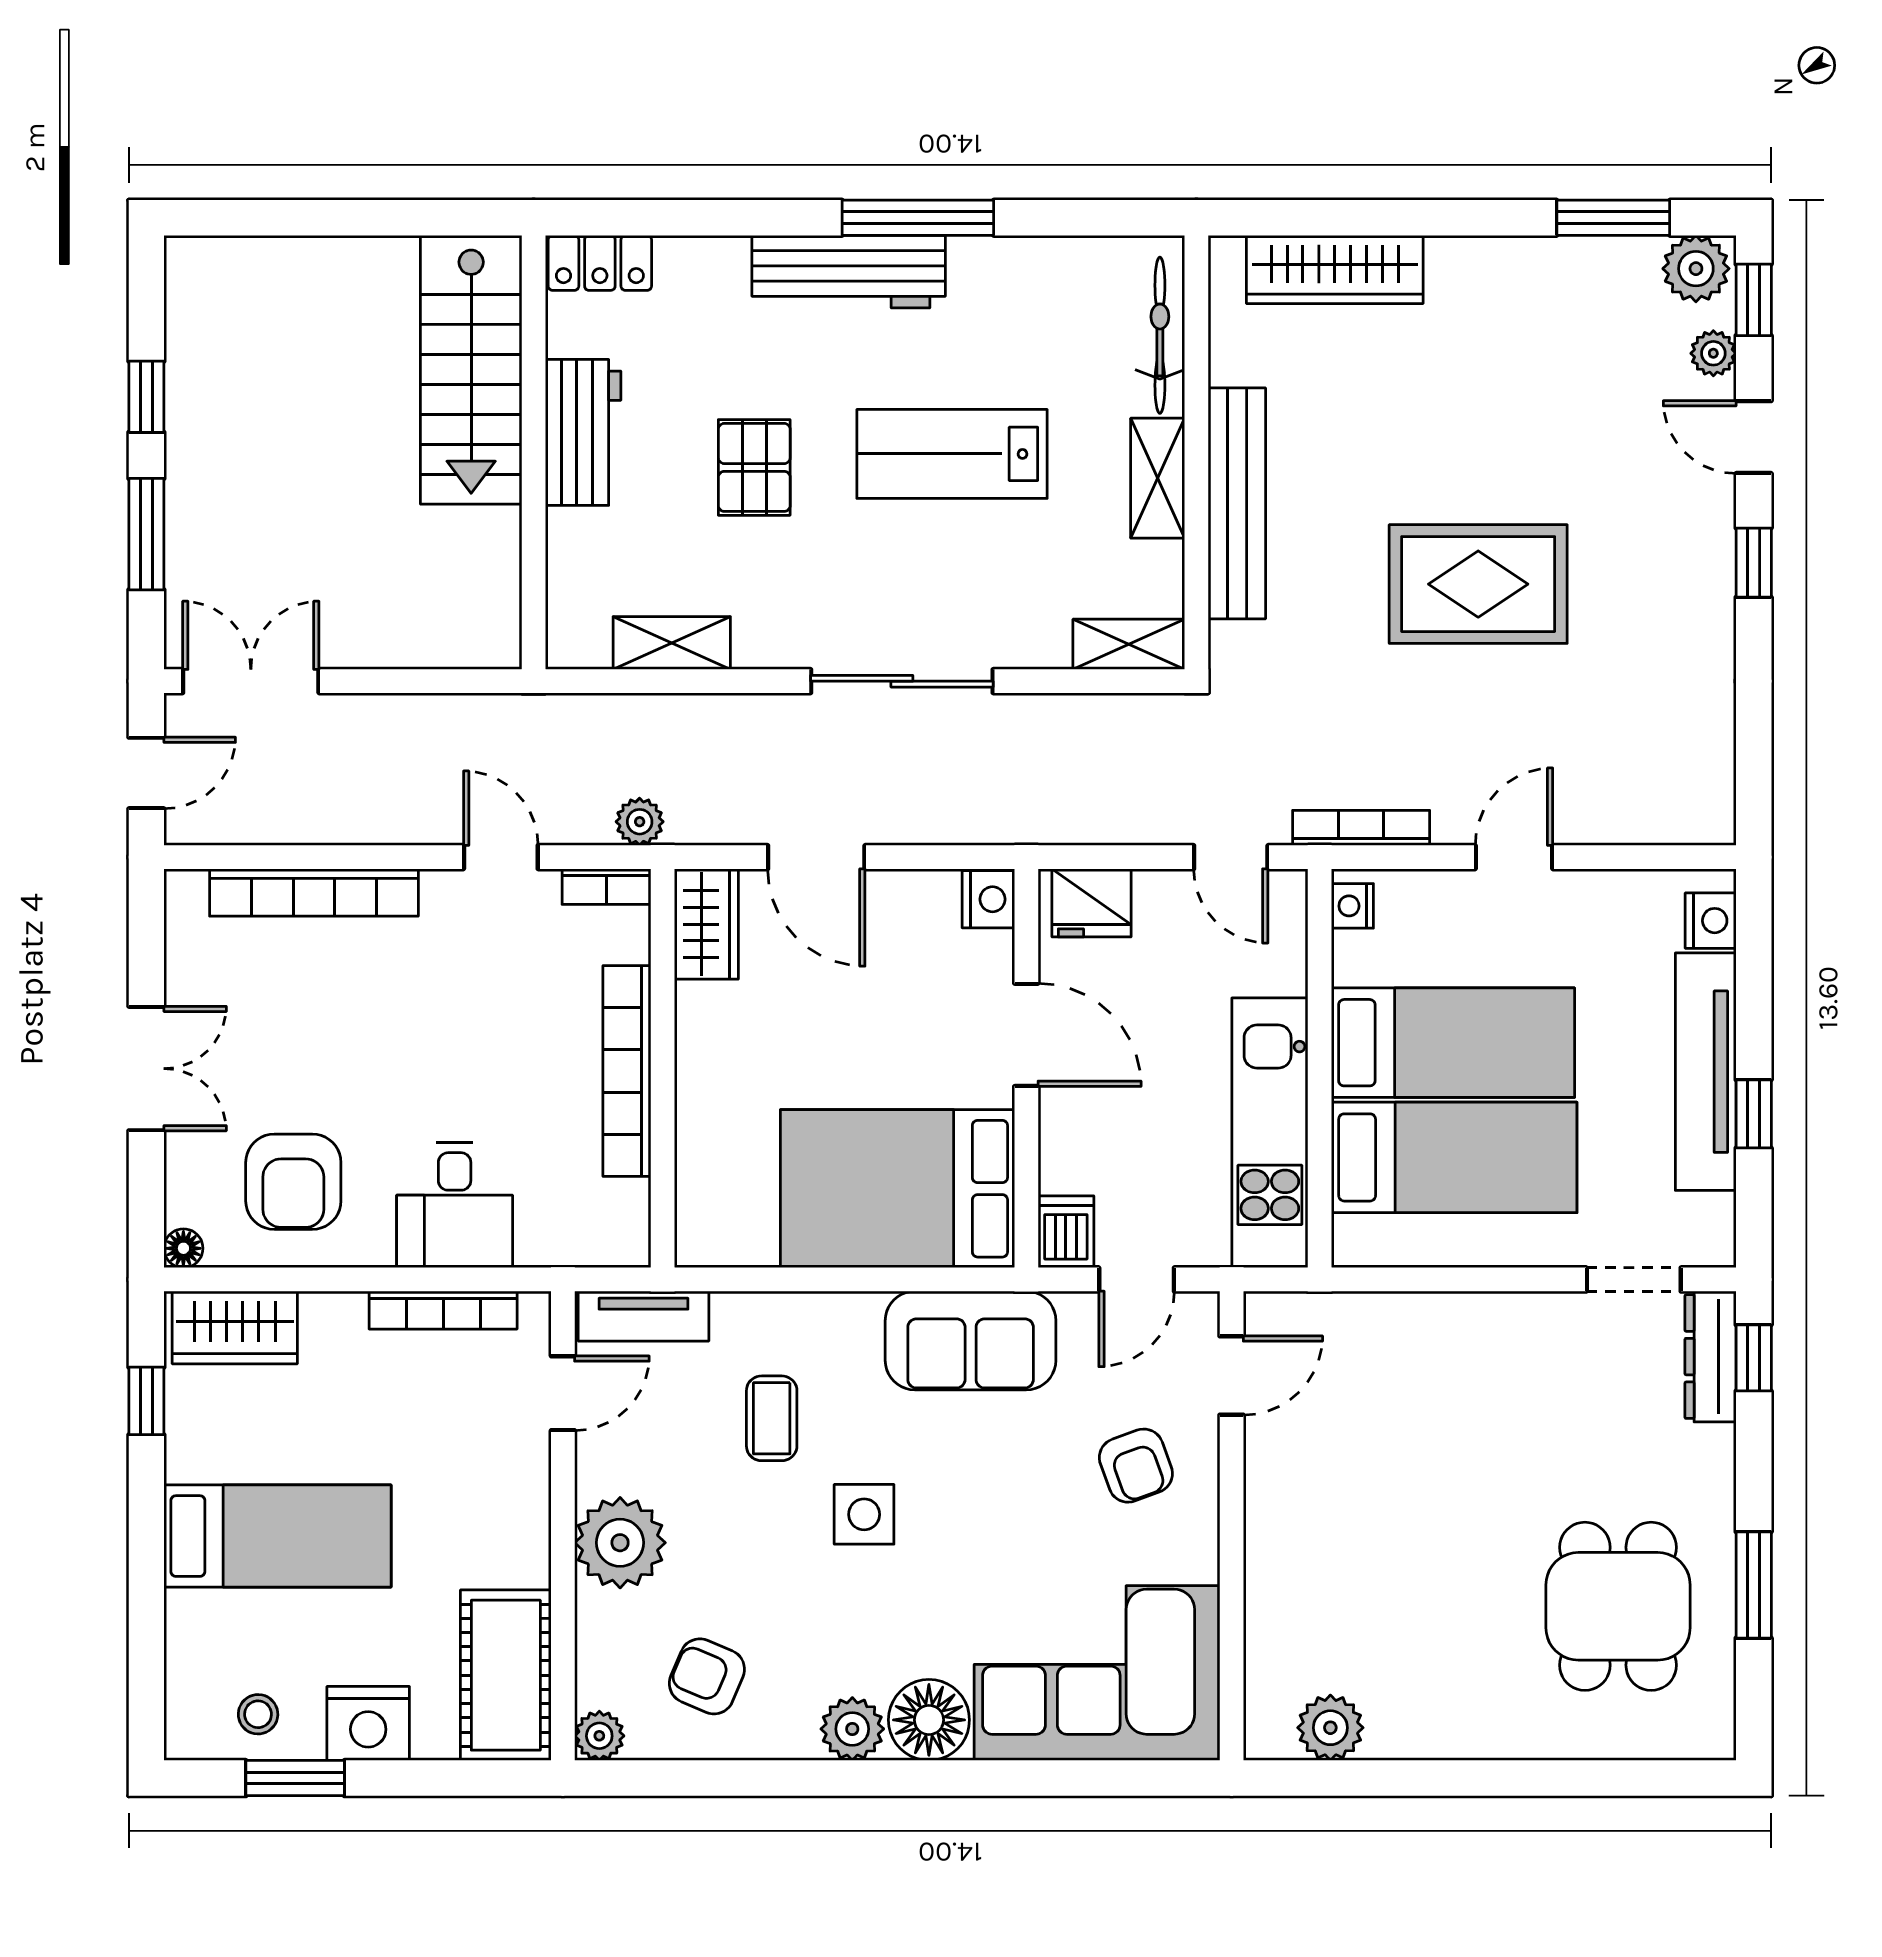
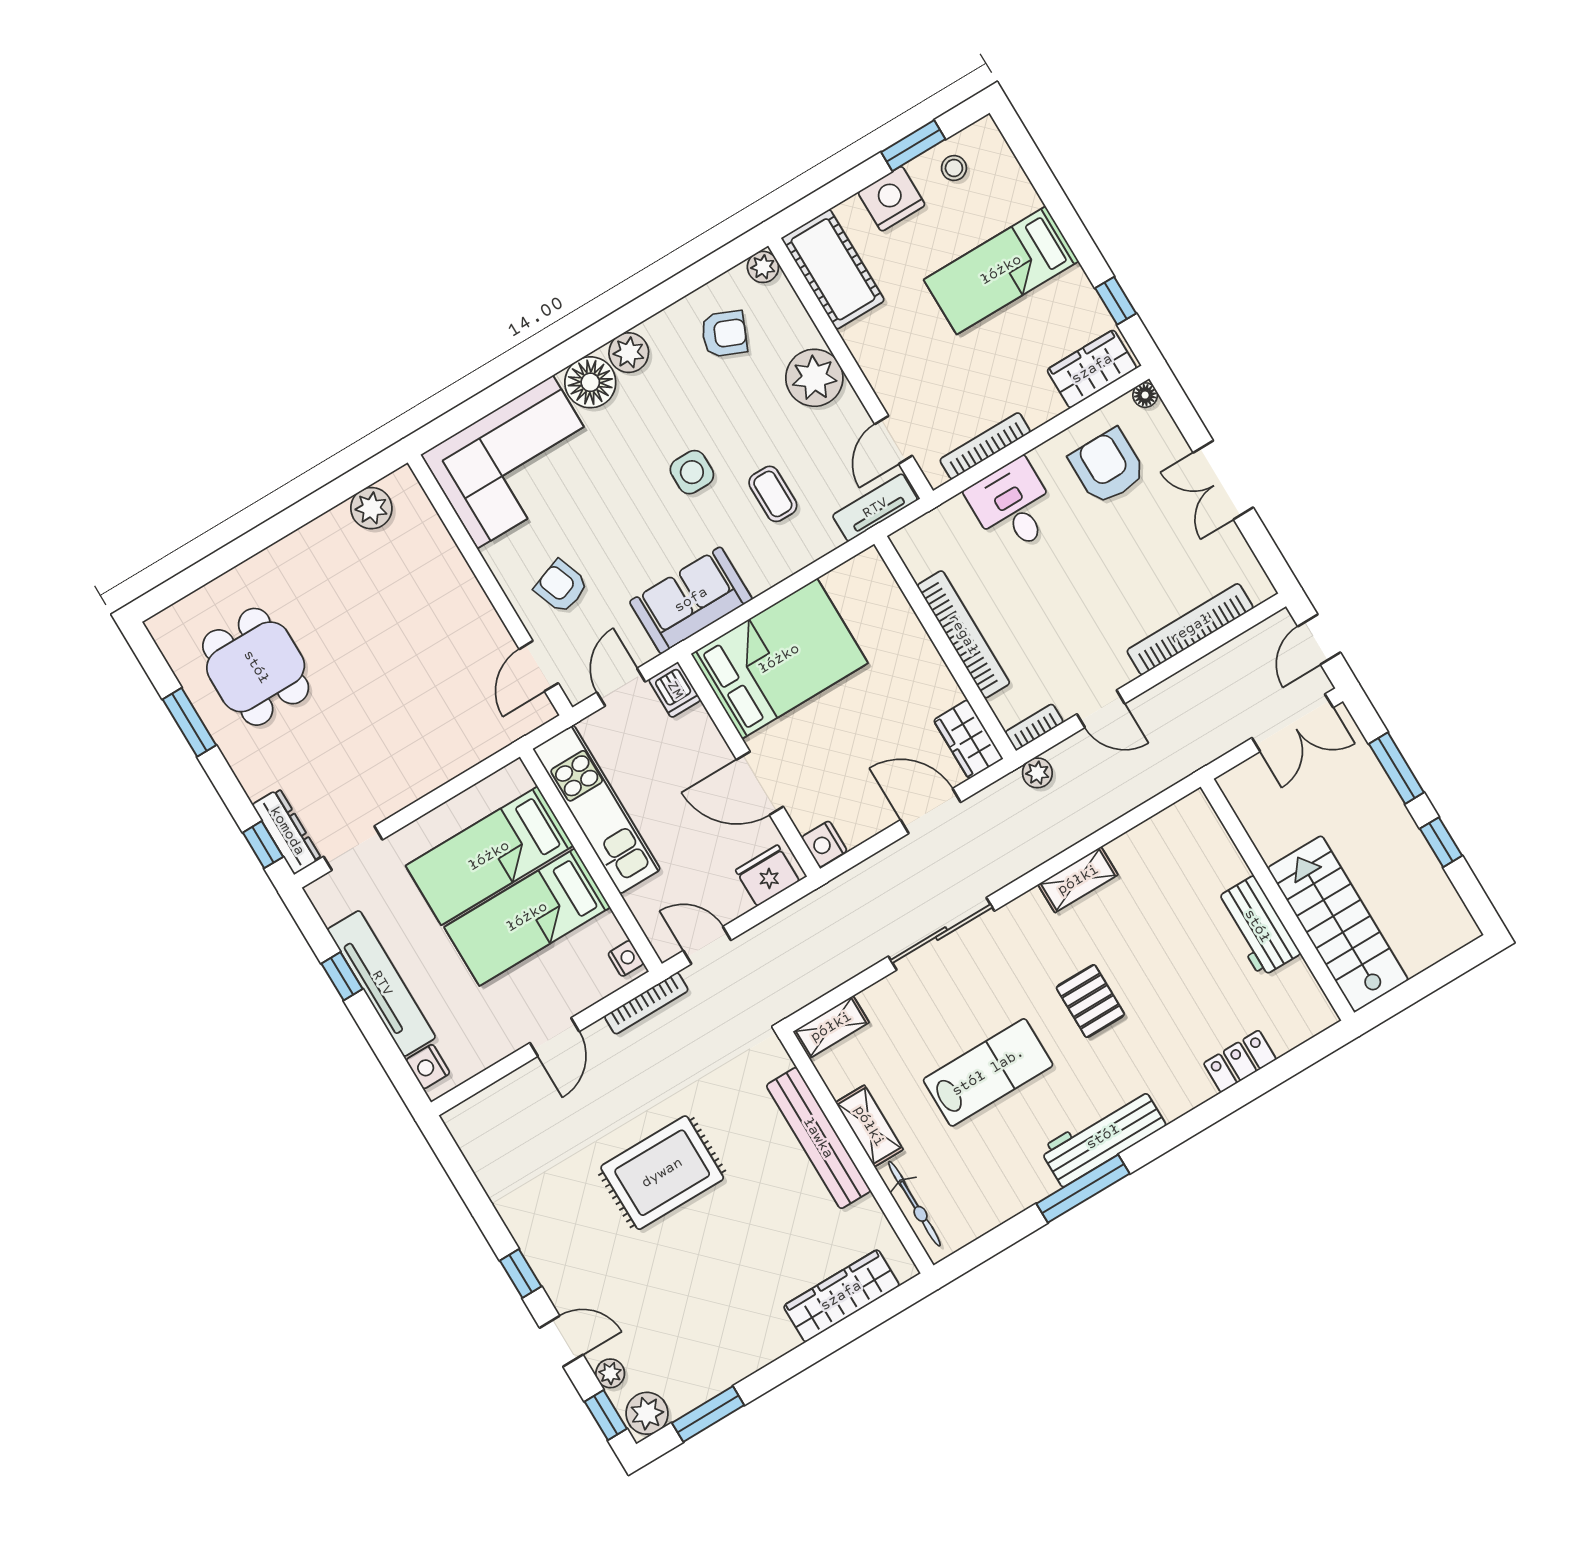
stairs: (471, 370) -> (1338, 924), moved
workbench: (583, 432) -> (1257, 926), moved
wall: (534, 452) -> (1277, 900), moved

